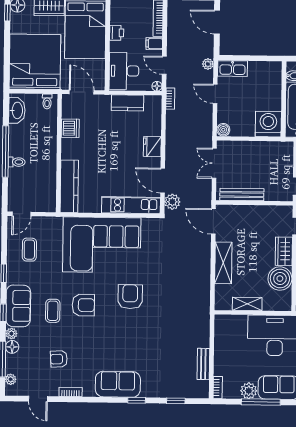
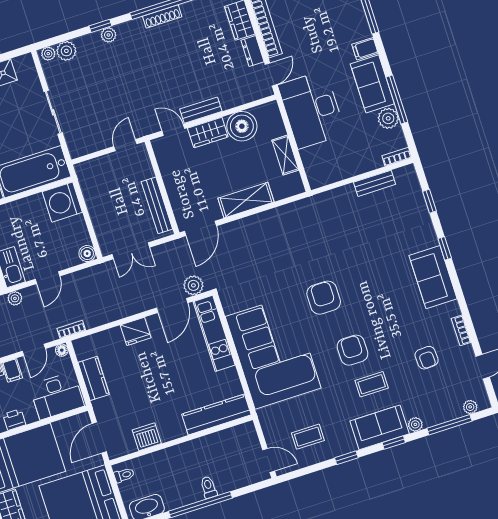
armchair: (130, 297) -> (324, 298), turned 90
floor lamp: (12, 347) -> (431, 418), removed

